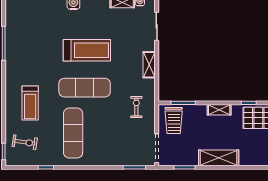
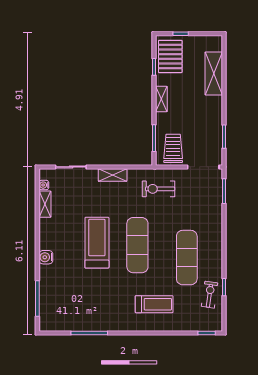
exercise bike: (136, 107) -> (158, 189), width x1.38, depth x1.39
trolley: (174, 120) -> (173, 148), turned -90
exercise mat: (73, 133) -> (187, 258), turned 90
exercise bike: (25, 142) -> (210, 295), moved
shelving: (219, 158) -> (214, 73), moved

